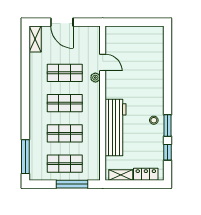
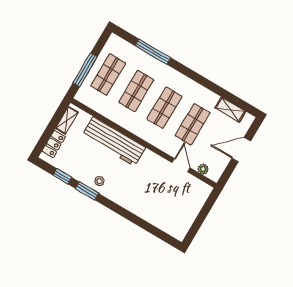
shelving: (35, 39) -> (230, 110), moved
door: (103, 63) -> (181, 165), swing flipped
plant: (95, 78) -> (203, 169), moved
window: (25, 157) -> (153, 52), moved

